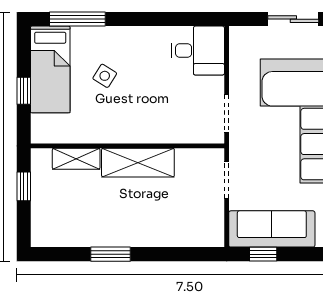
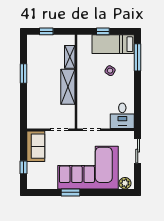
sliding door: (293, 19) -> (138, 151), moved
window: (24, 186) -> (46, 31), moved
sofa: (272, 229) -> (36, 146), width x0.73
window: (263, 254) -> (23, 167), moved

